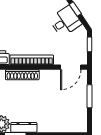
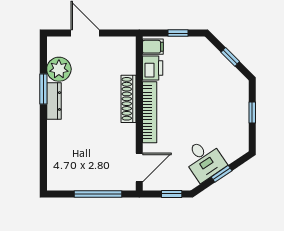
door: (71, 67) -> (139, 167), swing flipped
window: (90, 96) -> (98, 194), width x1.44

